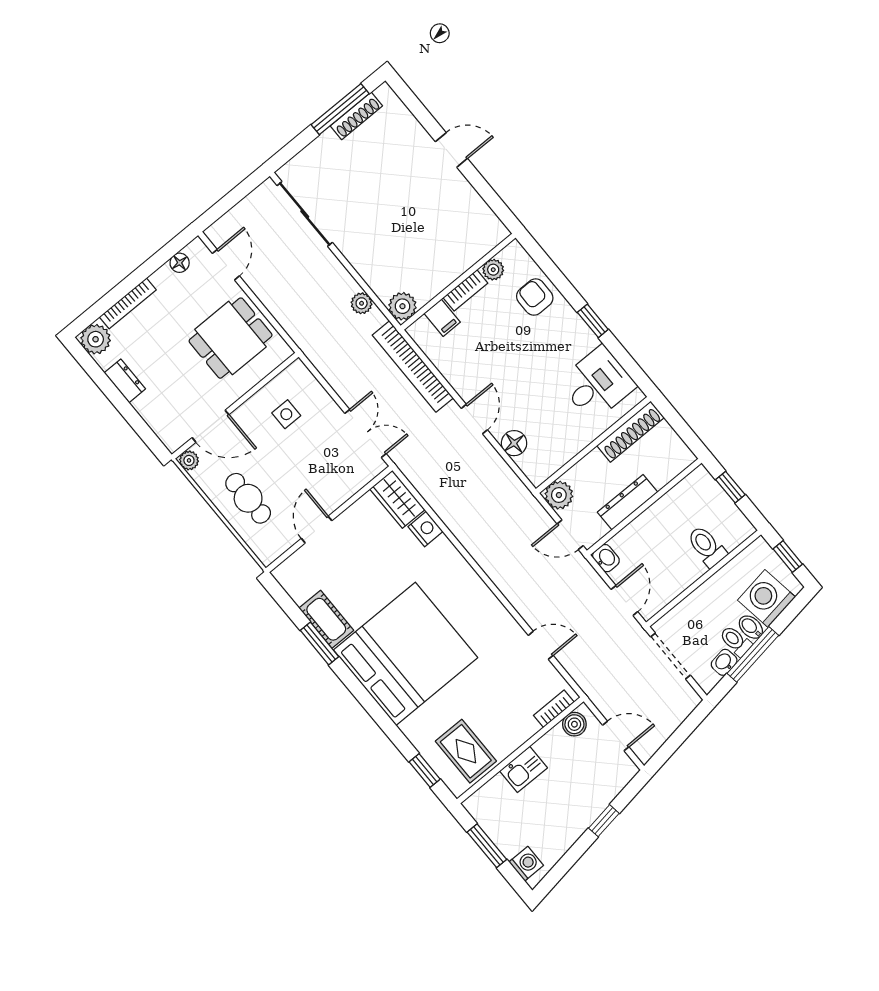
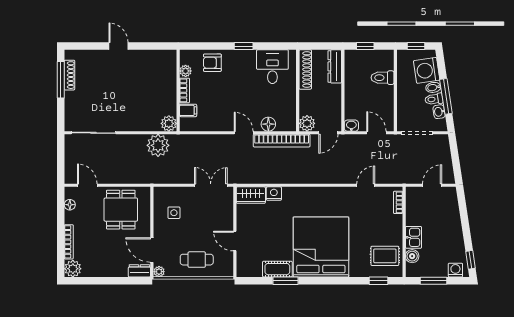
door: (451, 150) -> (119, 46), hinge flipped
plant: (362, 303) -> (158, 145), width x1.88, depth x1.88
bookcase: (413, 366) -> (282, 141), moved
dresser: (125, 381) -> (139, 271), moved
door: (210, 426) -> (152, 250), swing flipped
dresser: (628, 502) -> (335, 66), moved
boiler: (574, 724) -> (412, 256), moved
window: (604, 821) -> (470, 260), moved

